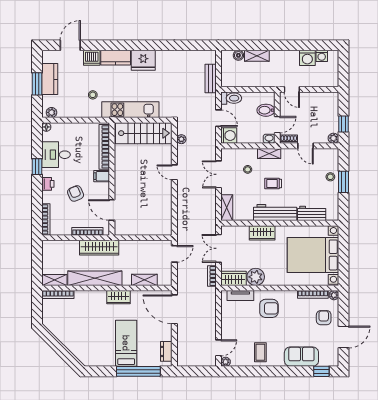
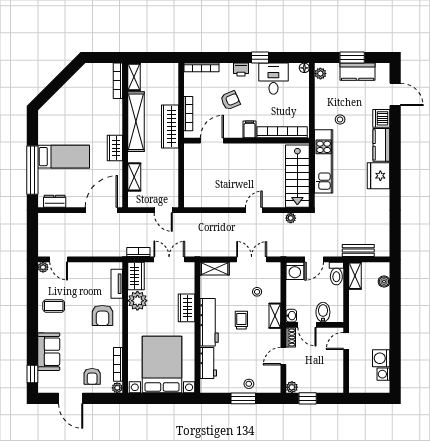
shelving: (257, 56) -> (355, 276), moved
armchair: (324, 318) -> (92, 376), turned 90

